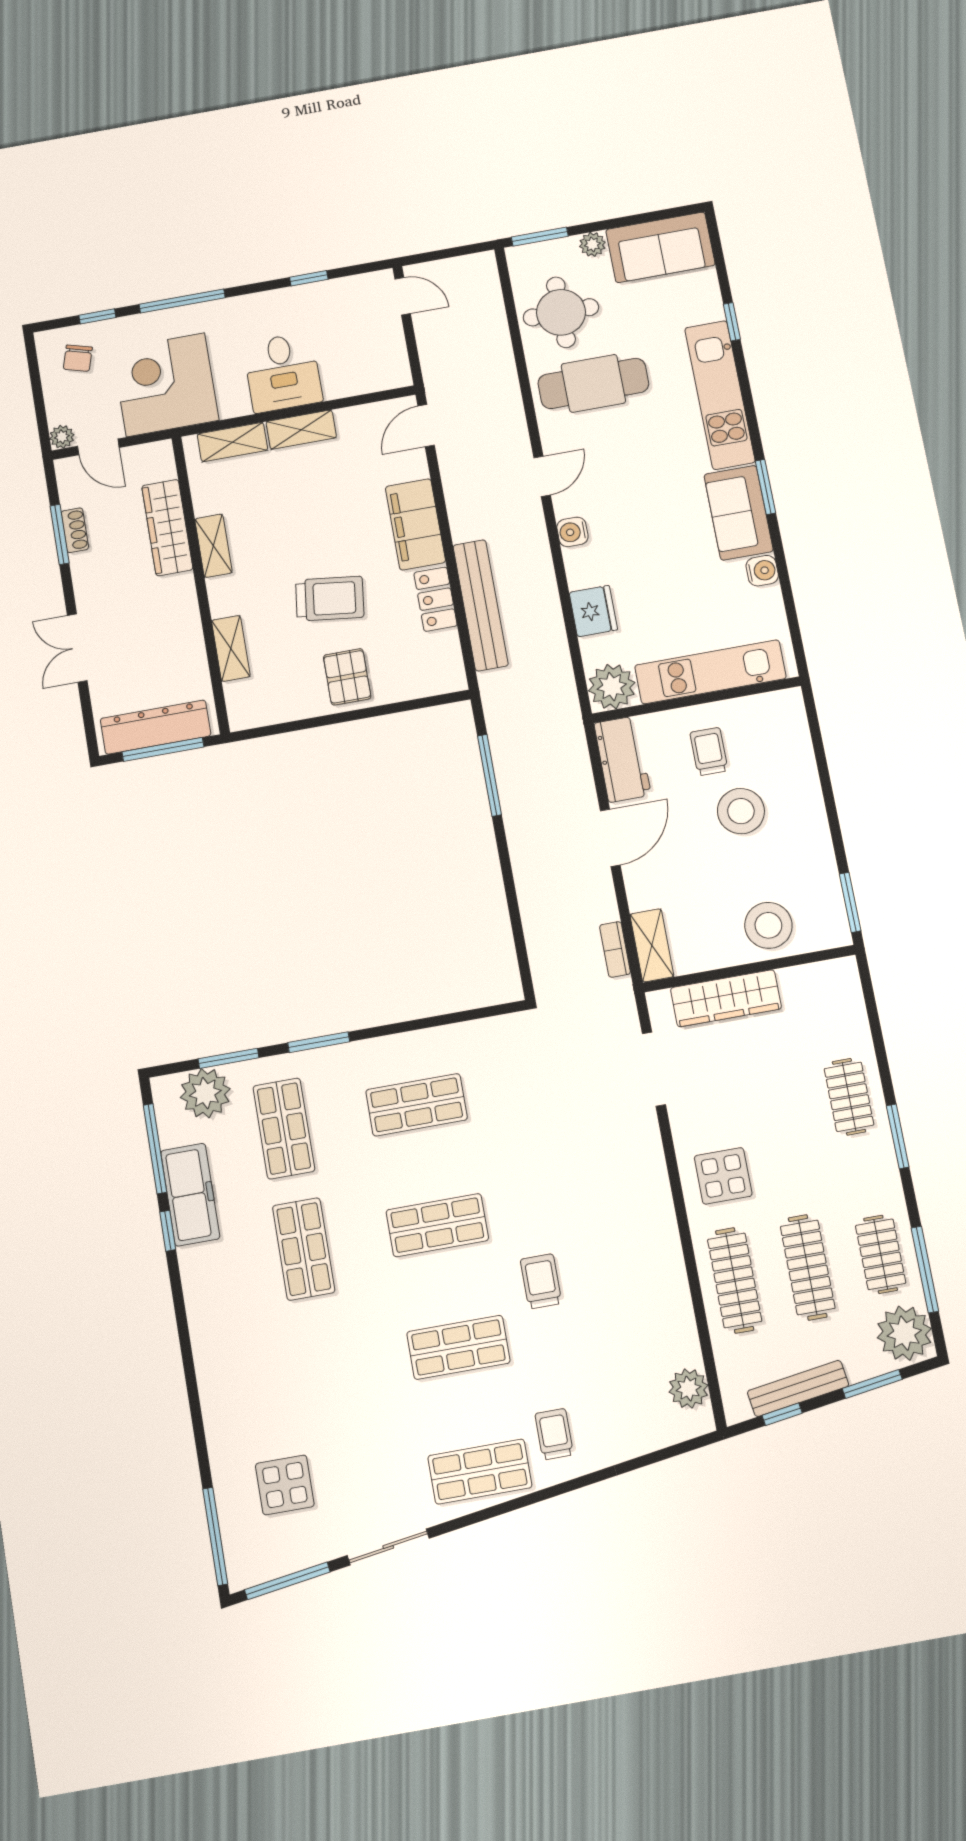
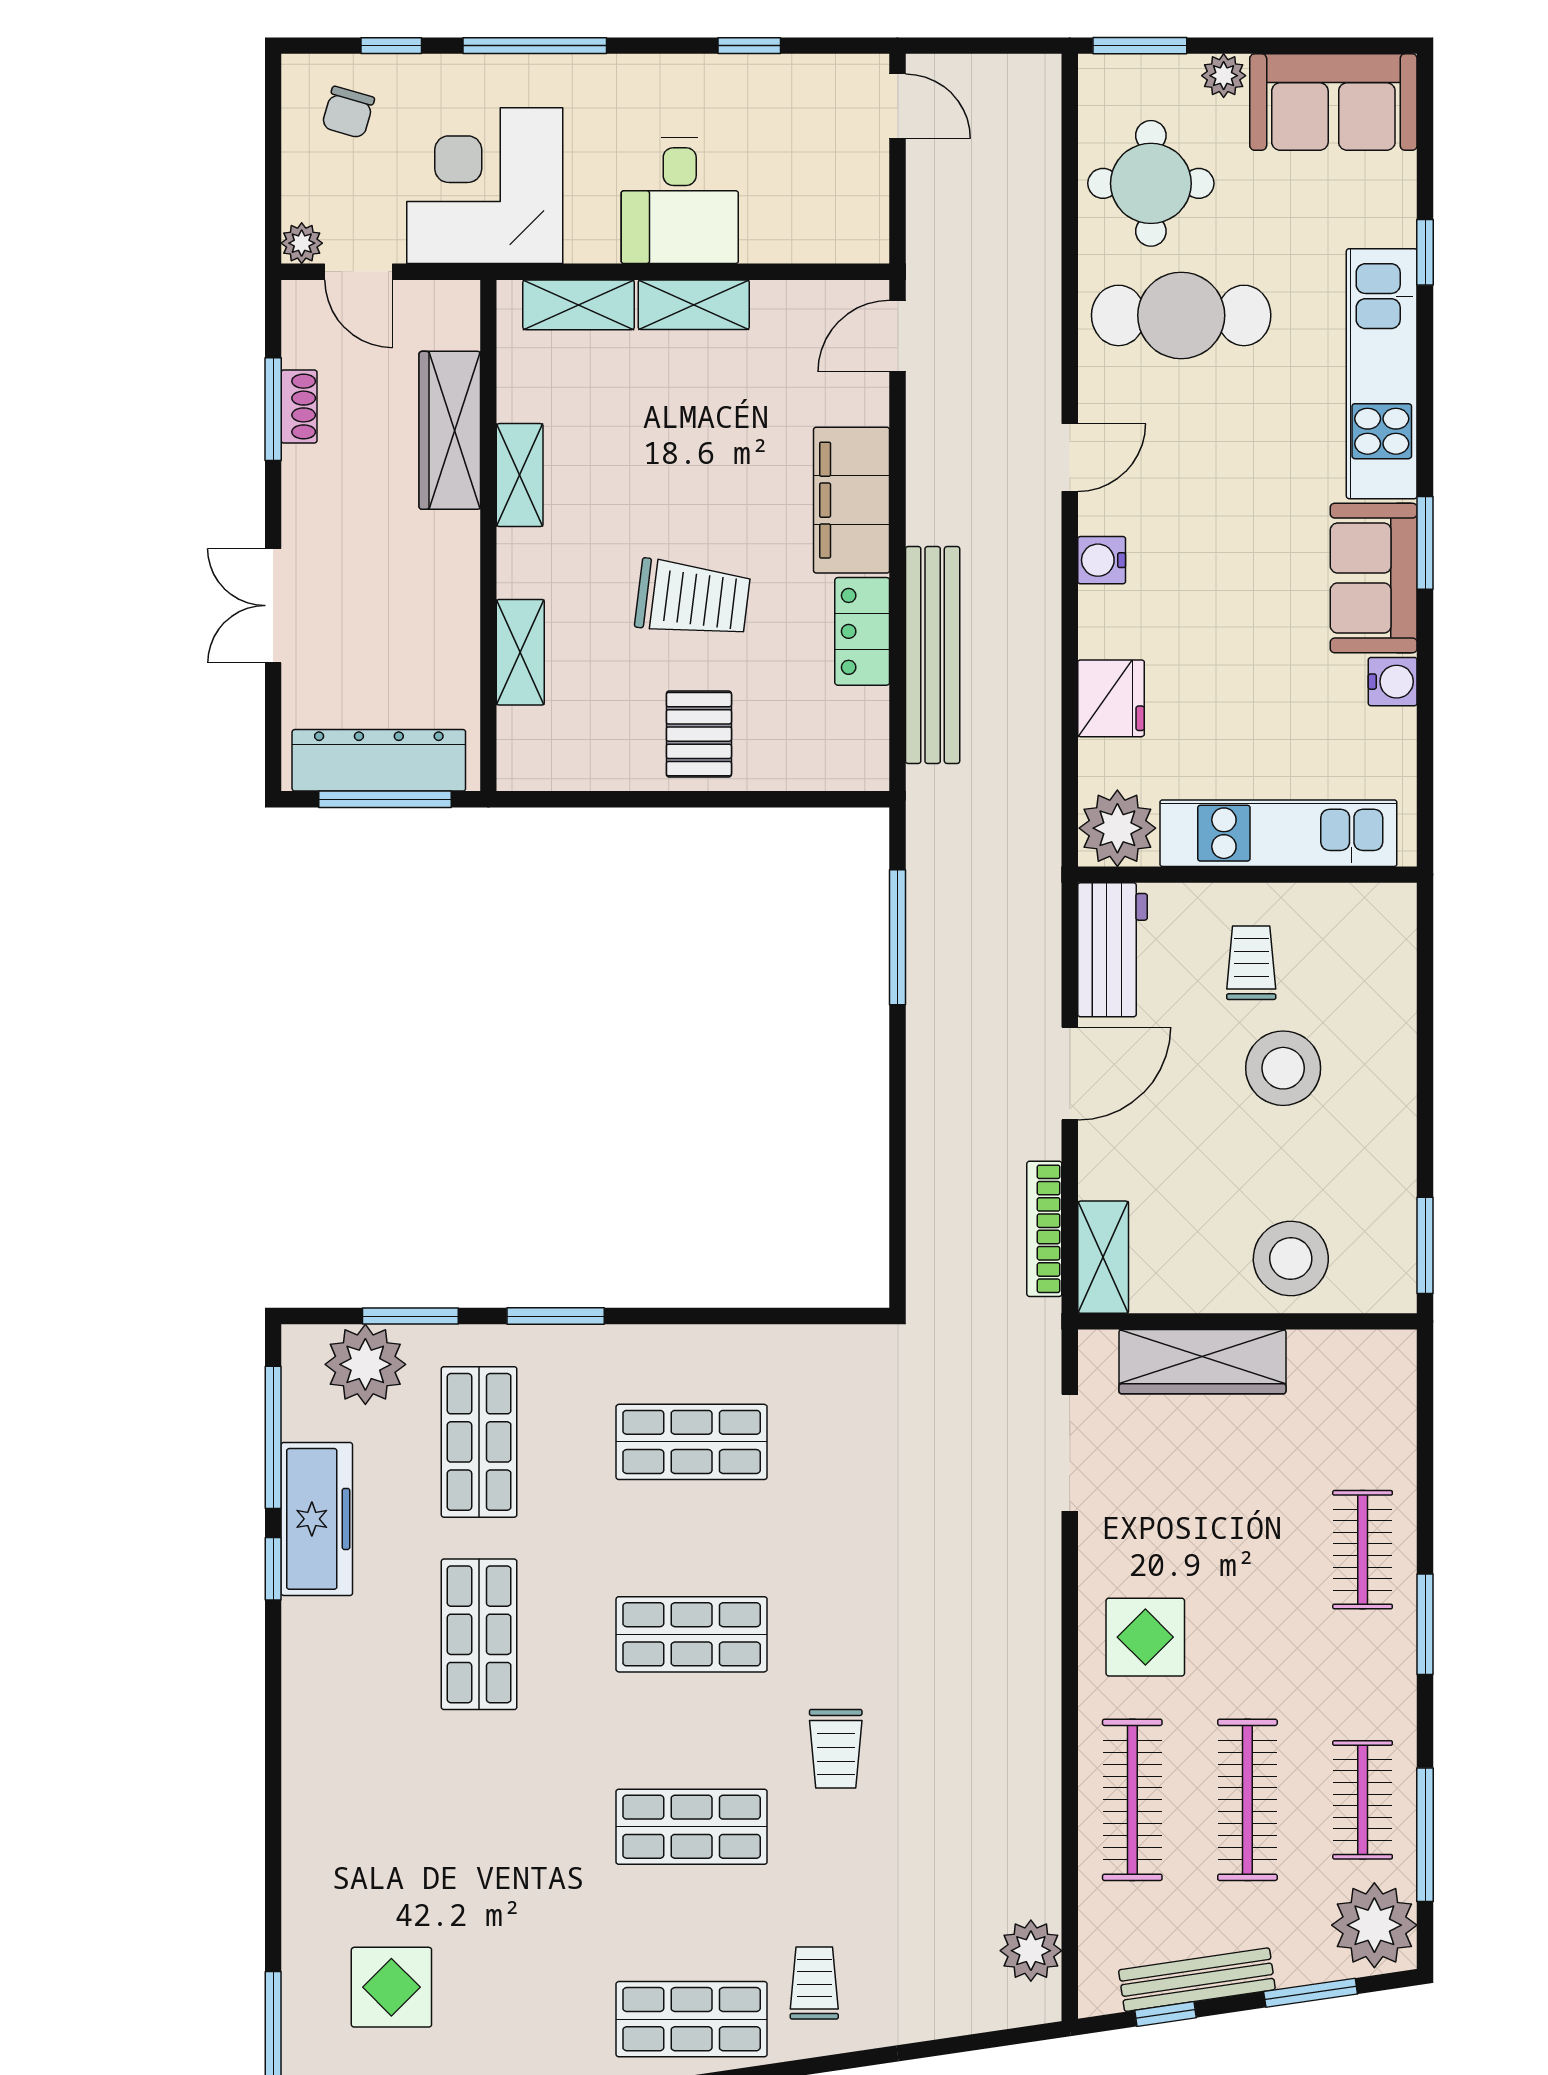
bookcase: (615, 949) -> (1044, 1229), width x1.56
trolley: (541, 1281) -> (836, 1749), turned 180

